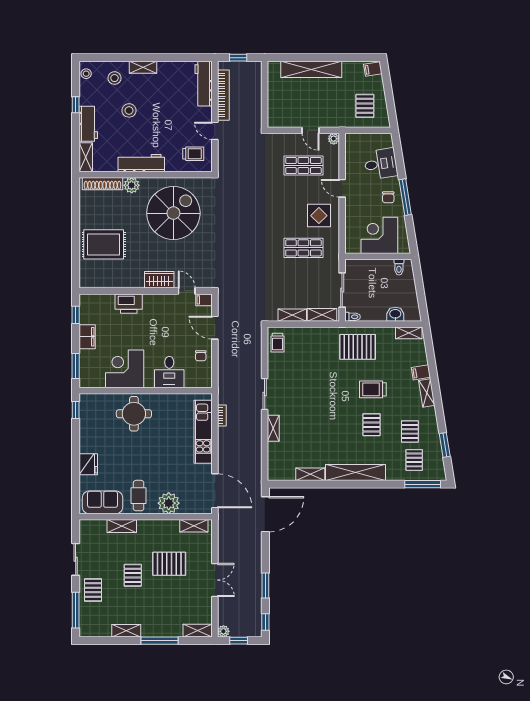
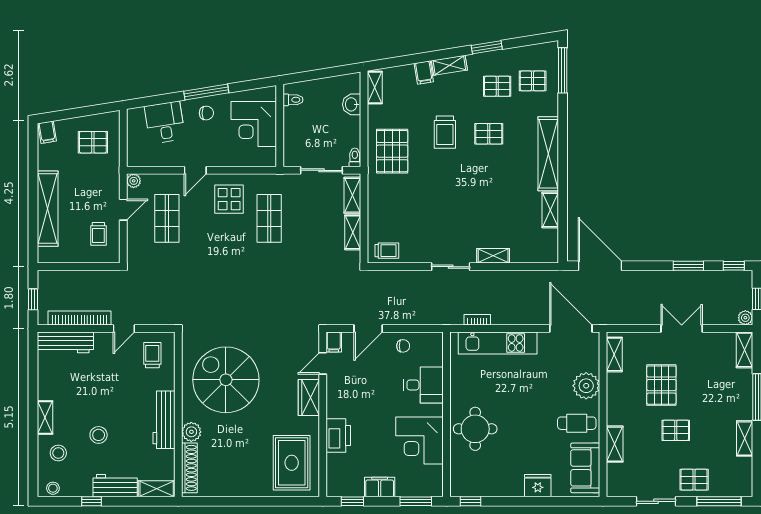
trolley: (291, 110) -> (98, 234), added
rug: (104, 244) -> (292, 463), moved
window: (445, 445) -> (487, 47), moved
door: (215, 491) -> (571, 328), hinge flipped

